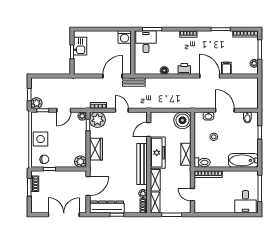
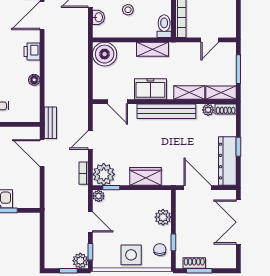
freezer: (158, 153) -> (150, 89), width x0.71
plant: (80, 162) -> (163, 217), moved

